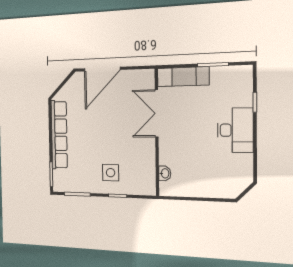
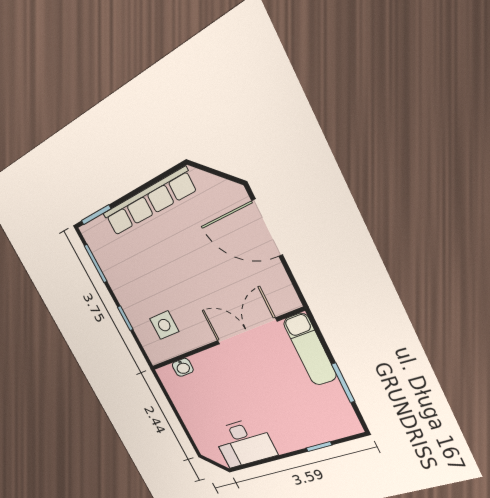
desk: (235, 130) -> (244, 443), moved
side table: (111, 173) -> (164, 325), moved

